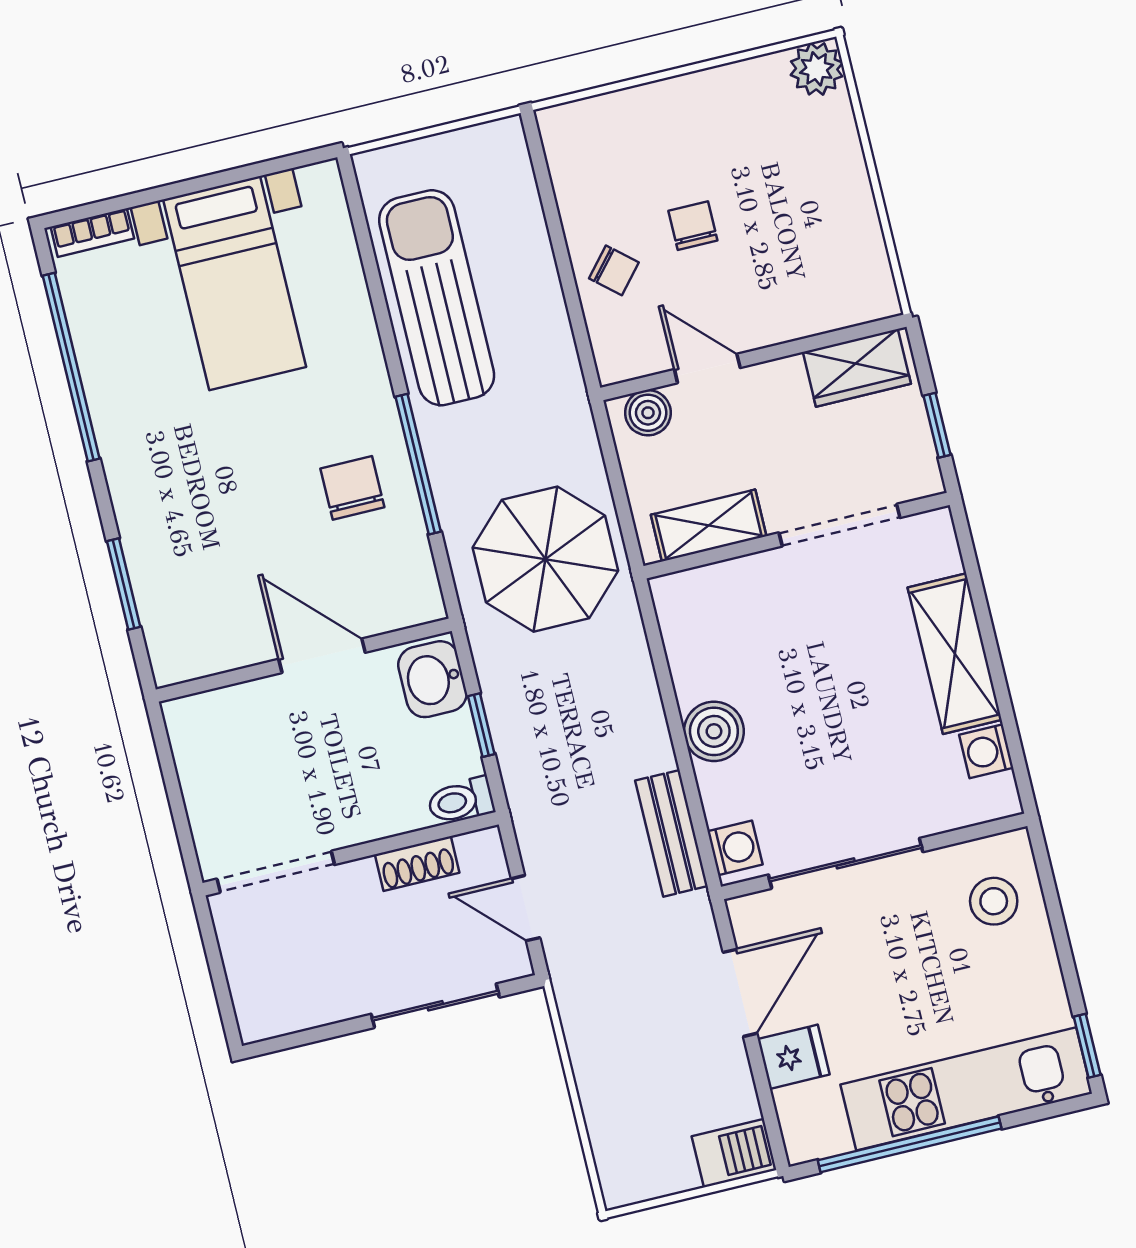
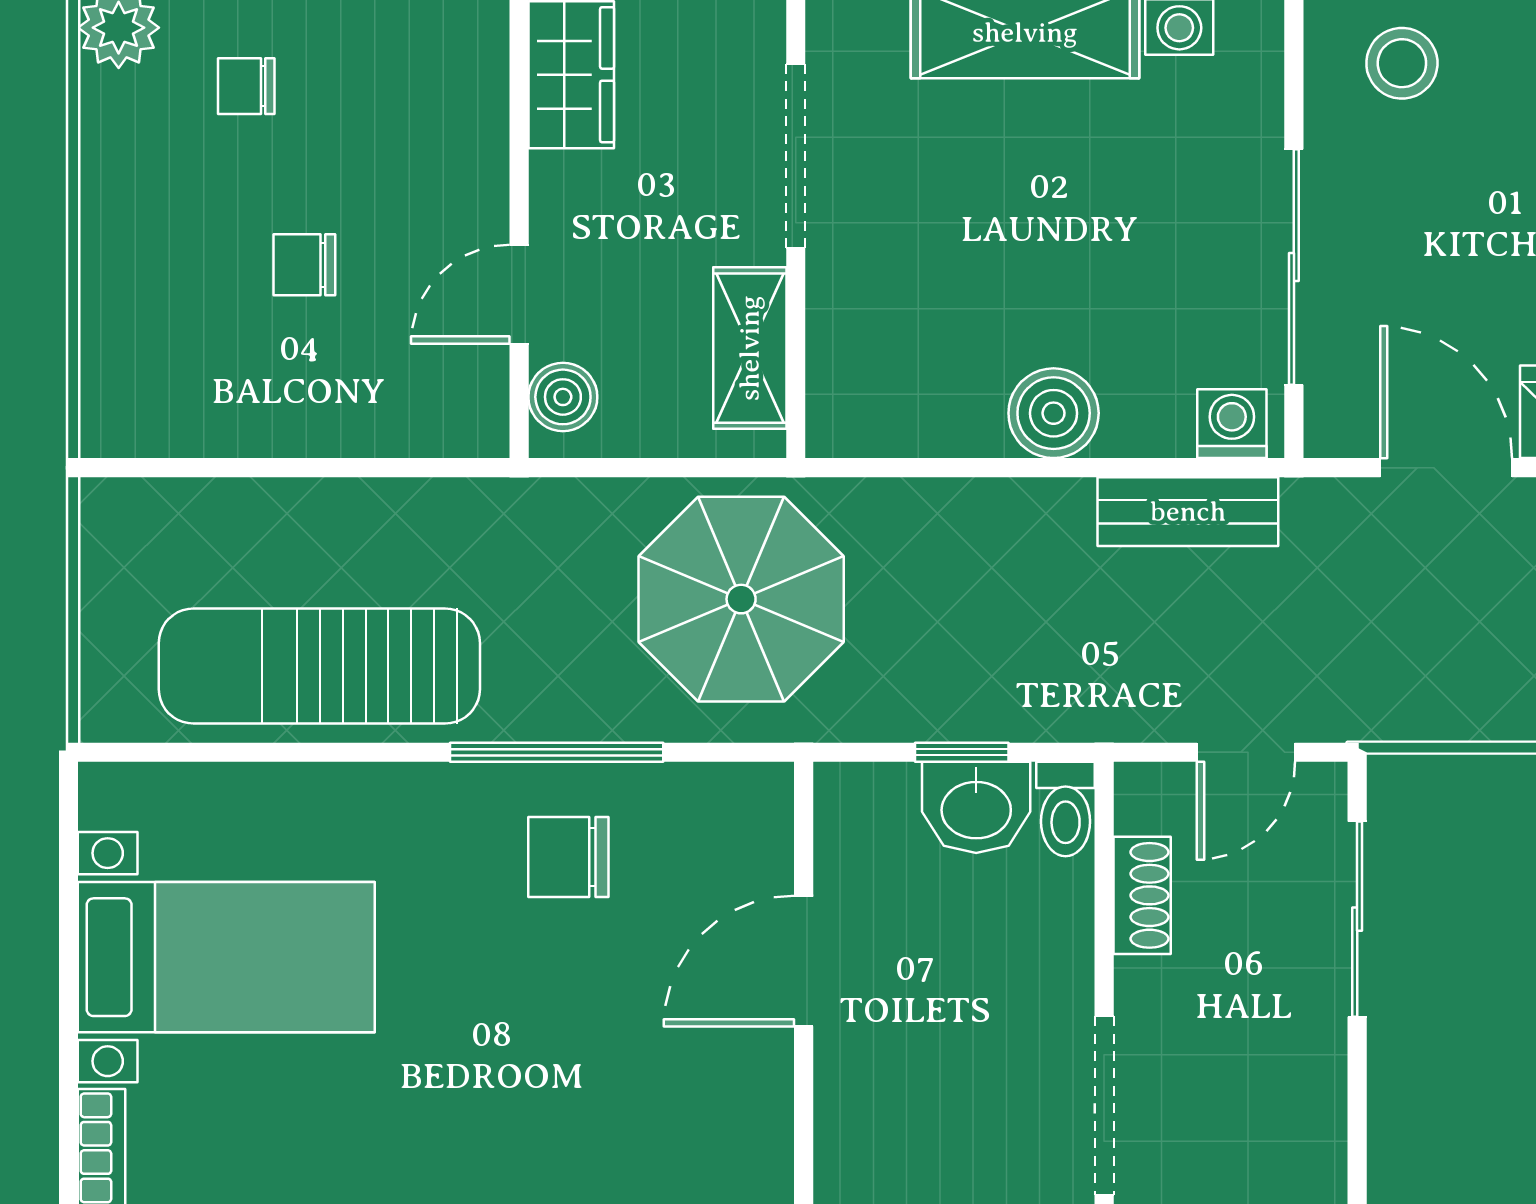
chair: (614, 270) -> (246, 86), moved, turned -131
washbasin: (432, 679) -> (976, 807), moved

